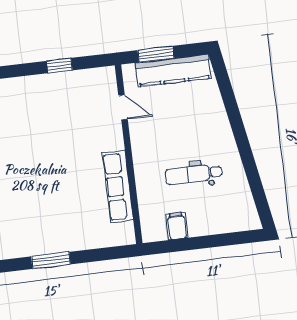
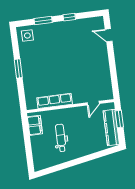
window: (59, 66) -> (113, 72), removed
filing cabinet: (177, 226) -> (35, 125), width x2.00

